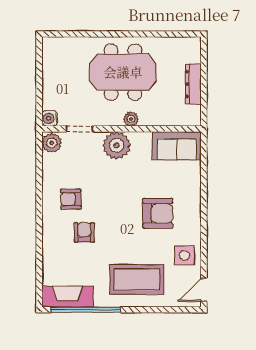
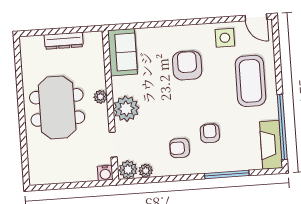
plant: (49, 162) -> (146, 171), added
armchair: (71, 199) -> (180, 148), turned 91
armchair: (84, 232) -> (210, 133), turned 90
window: (39, 247) -> (227, 175), added

